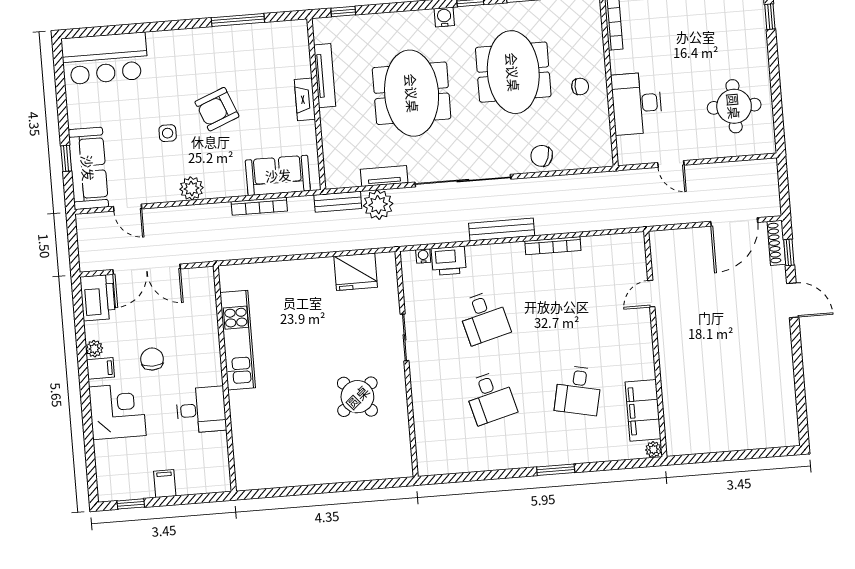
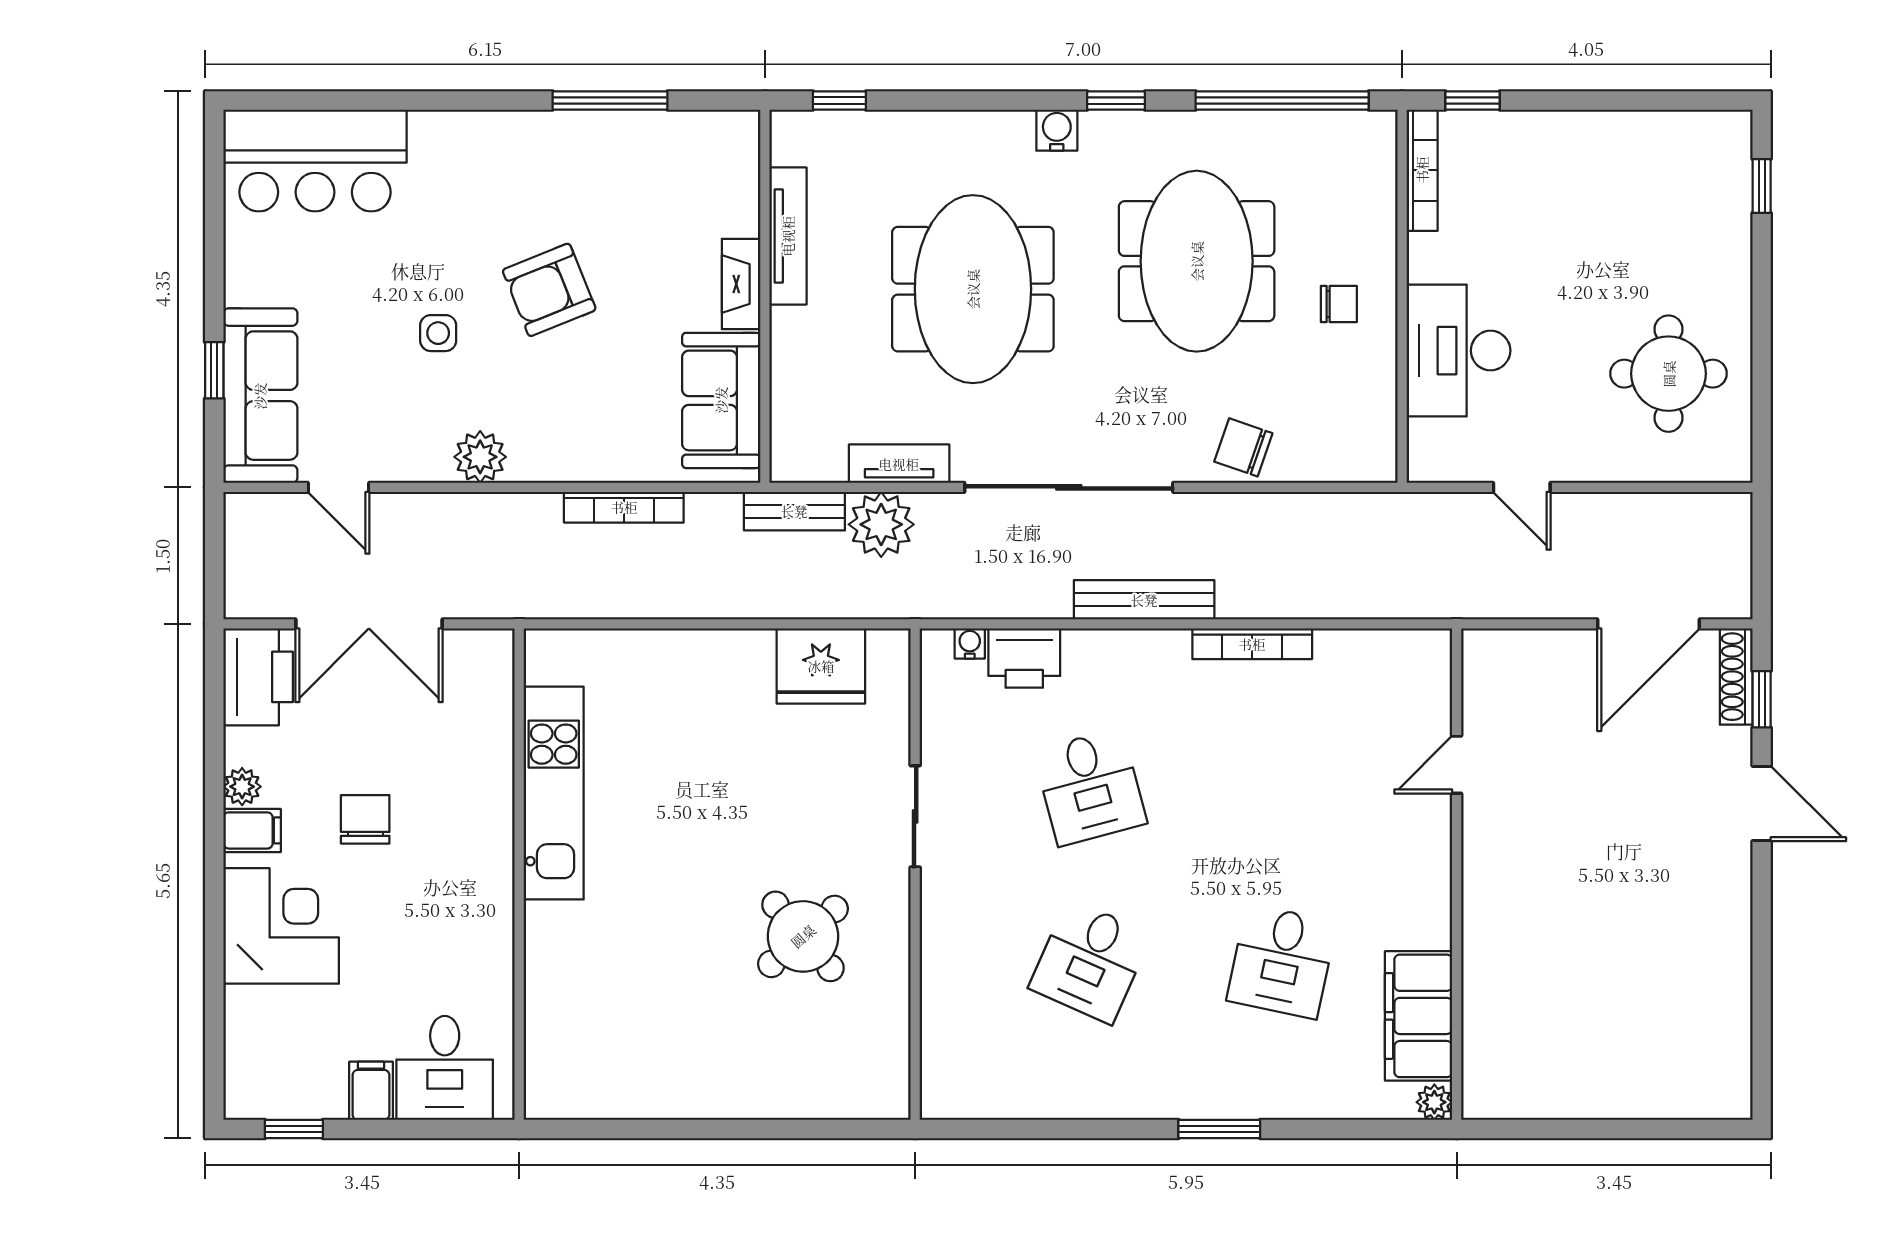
sofa: (278, 175) -> (721, 400), moved, turned -90
desk: (490, 398) -> (1090, 961), turned 39
desk: (201, 410) -> (445, 1068), moved, turned 90

